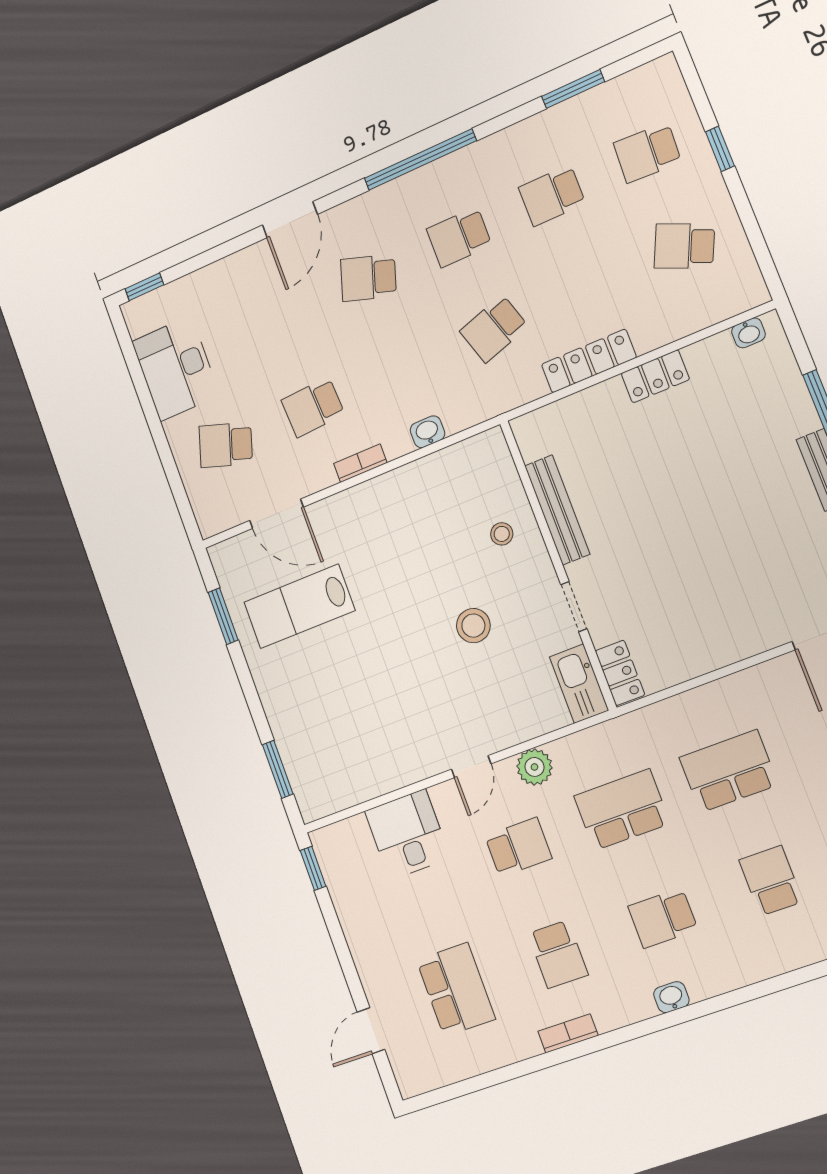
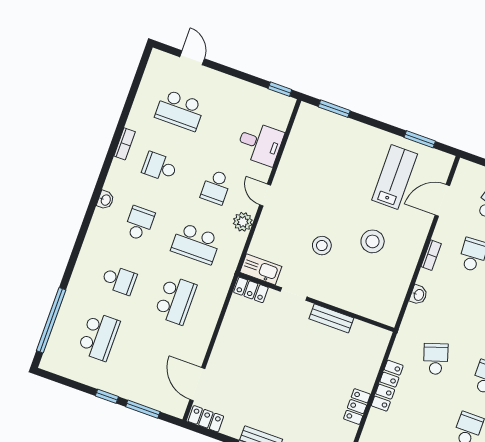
bench: (557, 510) -> (331, 318), width x0.73
stool: (502, 534) -> (373, 241), moved, width x1.89, depth x1.89
school desk: (622, 810) -> (196, 244), turned 90

